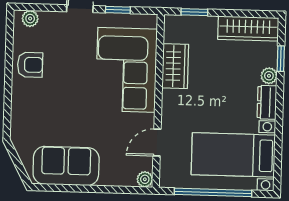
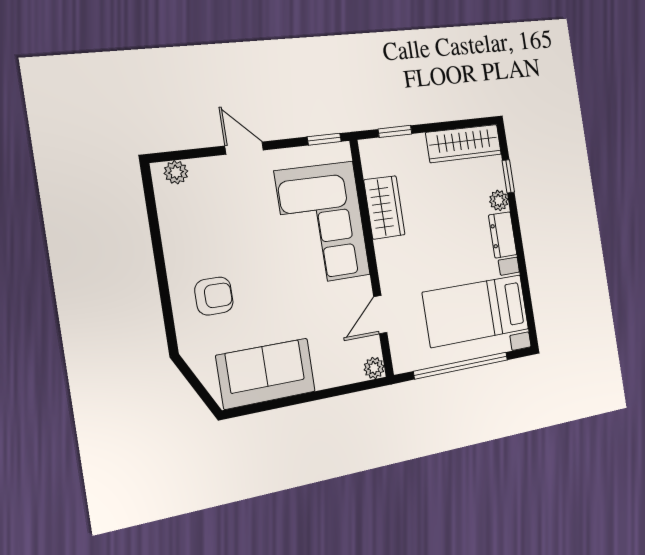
window: (118, 10) -> (324, 139), moved
armchair: (30, 65) -> (214, 296), moved

